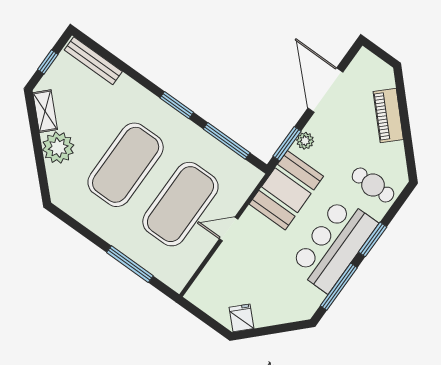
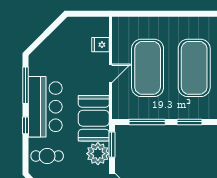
plant: (305, 141) -> (98, 154), width x1.88, depth x1.88
window: (373, 239) -> (25, 125), width x0.67
window: (130, 264) -> (152, 14), removed
fridge: (242, 318) -> (100, 45), moved, turned 135

